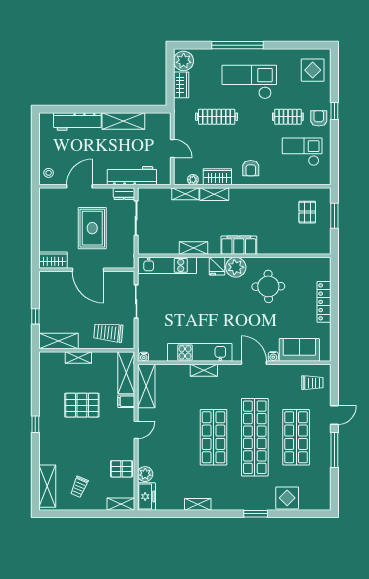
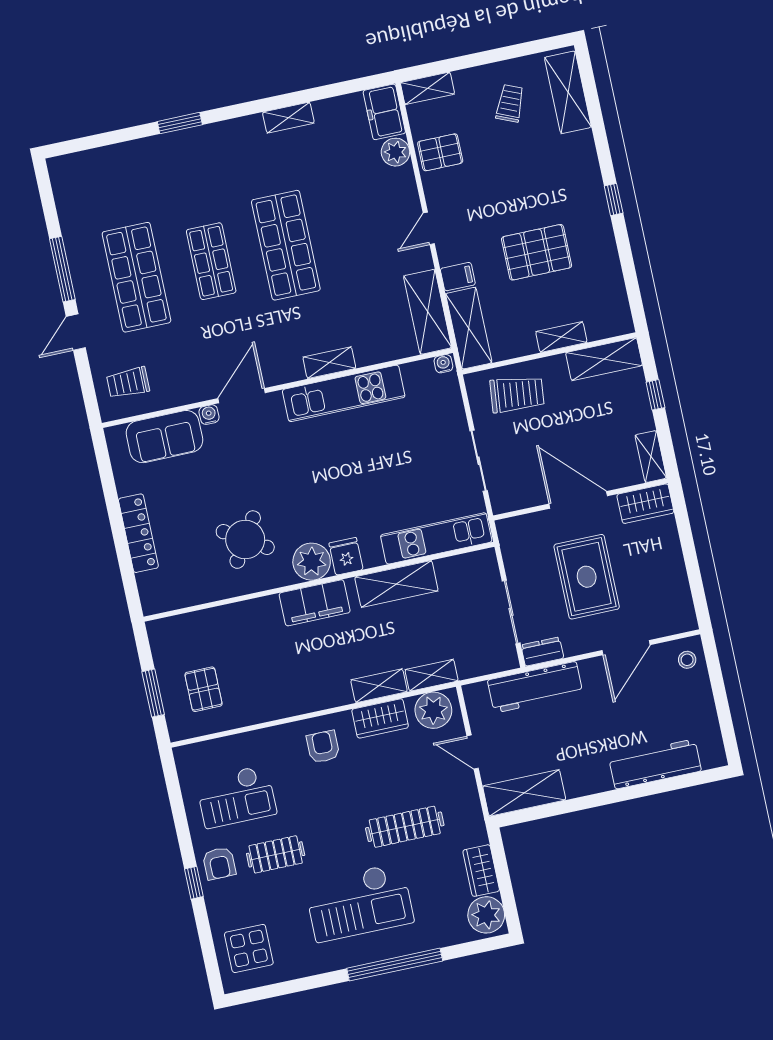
shelving: (123, 121) -> (524, 793), moved
plant: (193, 180) -> (433, 710), width x1.88, depth x1.88
shelving: (193, 248) -> (396, 584), width x1.50, depth x1.33
shelving: (45, 284) -> (651, 457), added
round table: (268, 286) -> (245, 540), turned 33
door: (254, 363) -> (242, 396), swing flipped
shop shelf: (255, 437) -> (211, 261), width x0.50, depth x0.74
display table: (287, 498) -> (129, 164), removed

